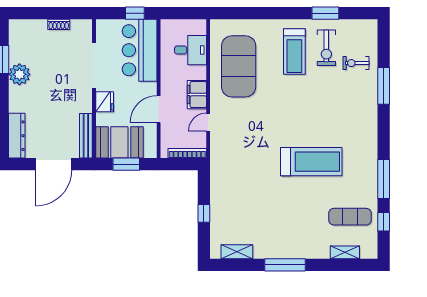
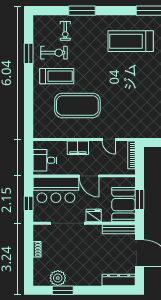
window: (135, 13) -> (29, 203), moved
desk: (190, 50) -> (45, 160), moved, turned -90
exercise mat: (239, 66) -> (77, 105), moved
plant: (19, 74) -> (58, 278), moved
filing cabinet: (197, 95) -> (78, 148), moved
door: (159, 109) -> (89, 176), moved
treadmill: (311, 162) -> (131, 41), moved, turned -90

